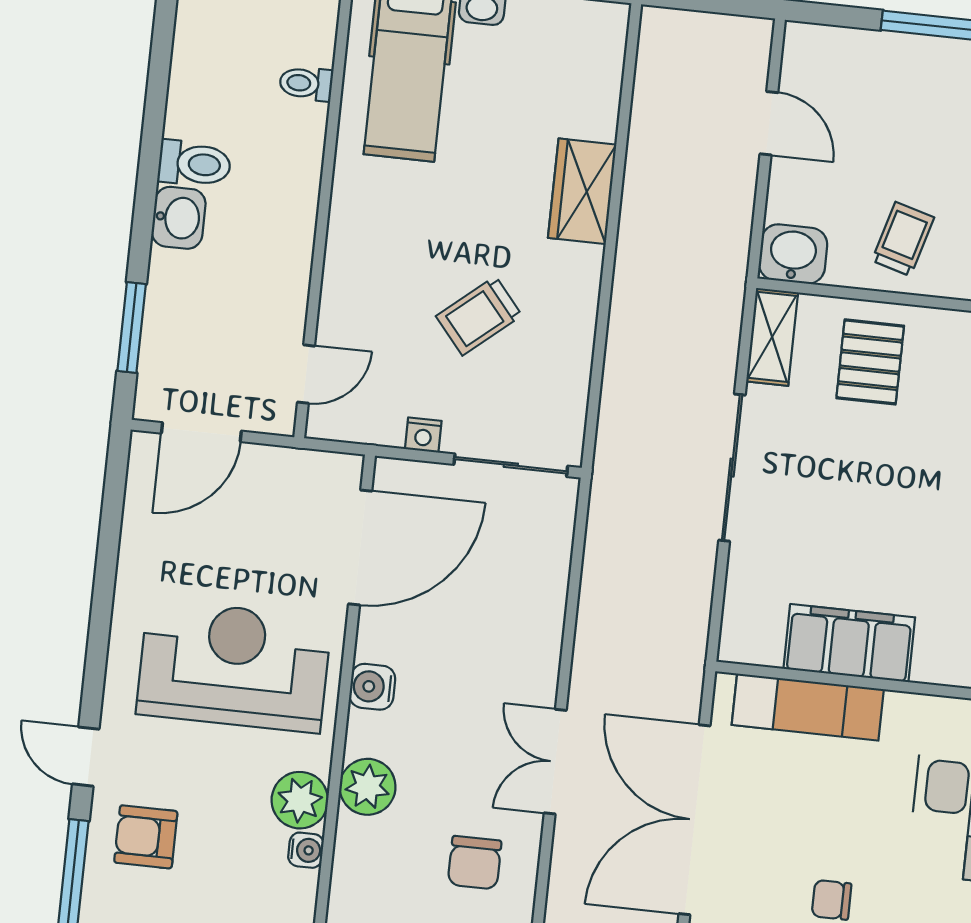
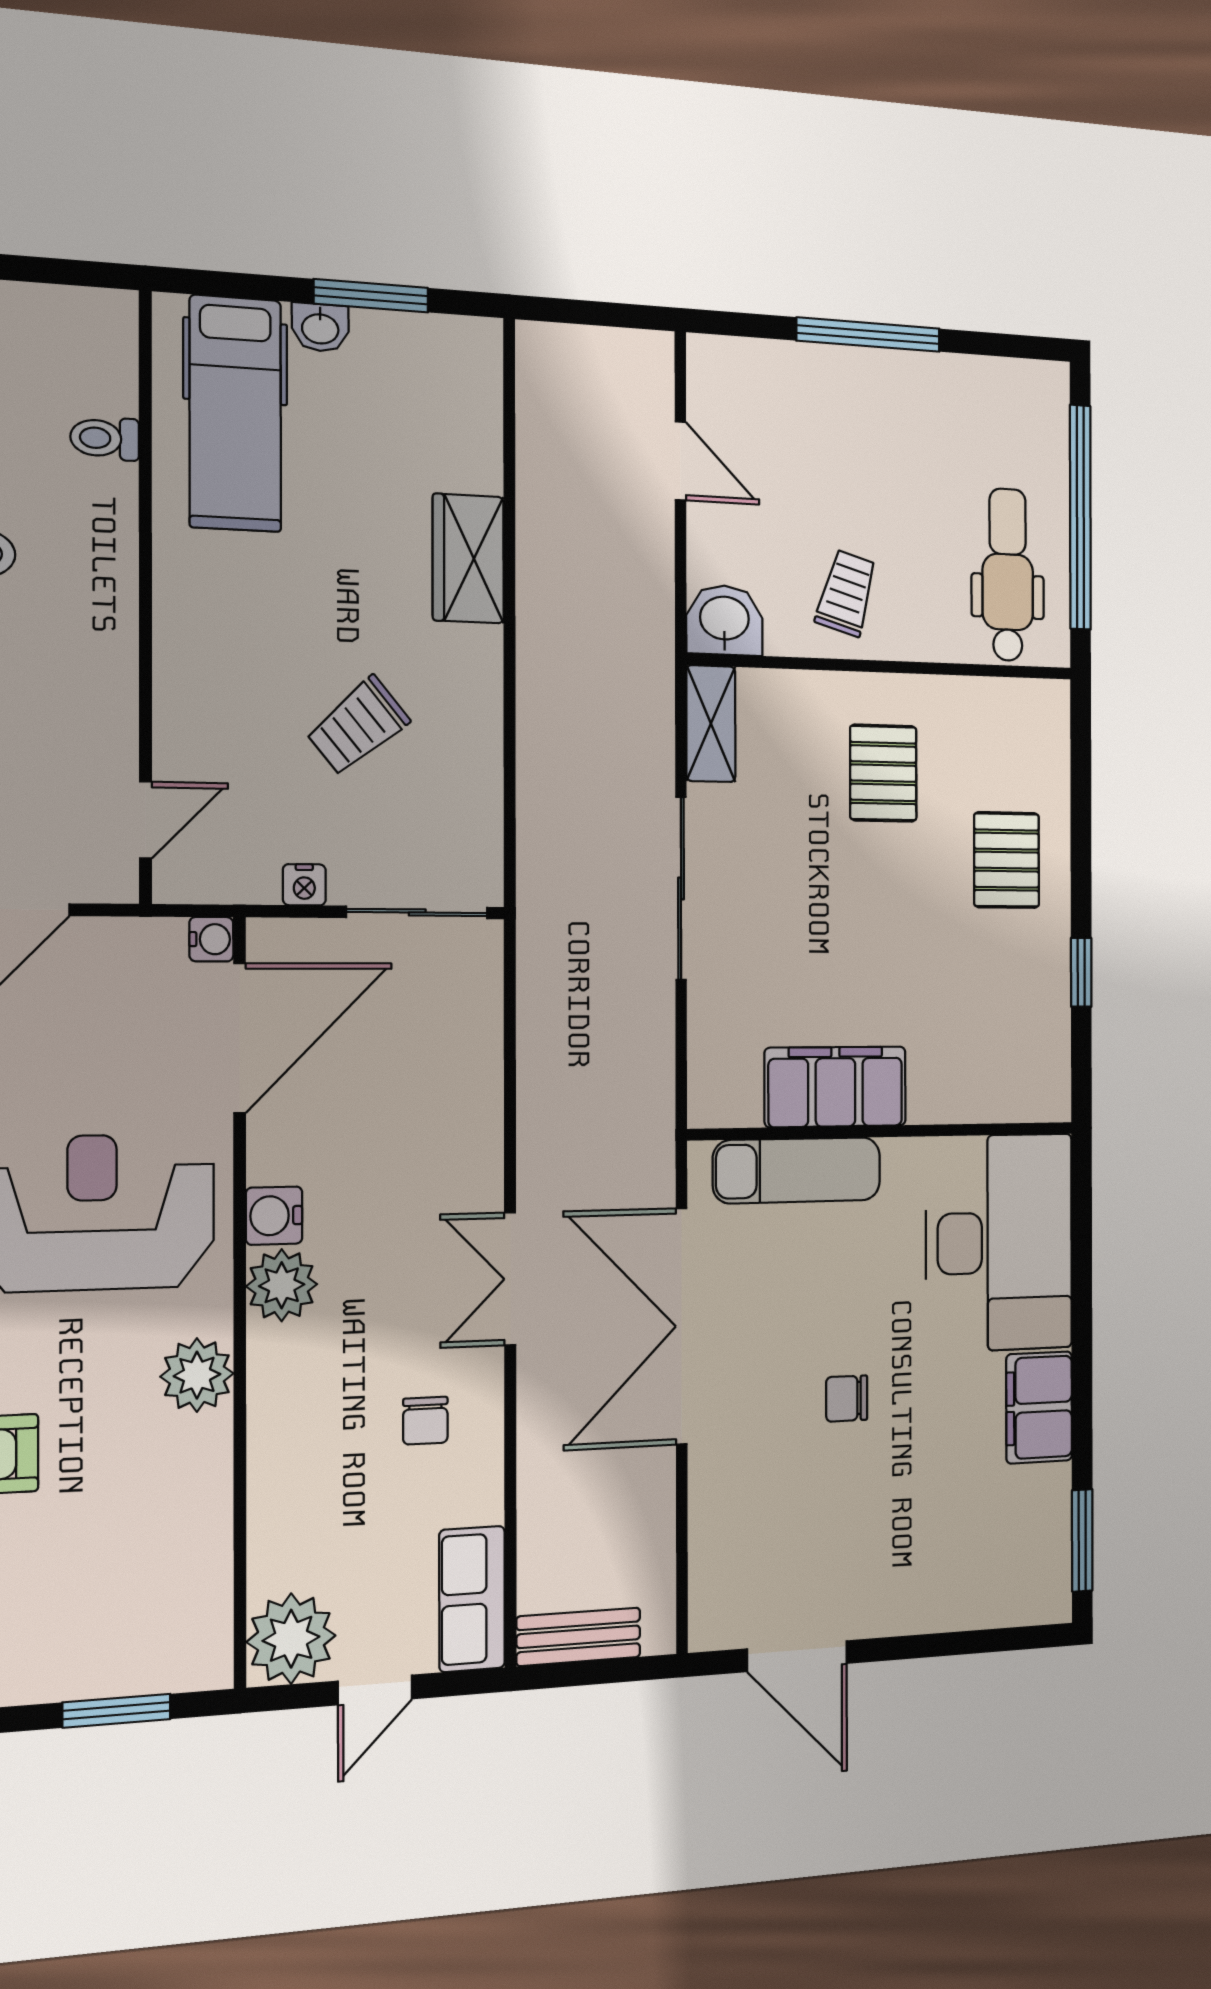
pallet: (870, 362) -> (883, 773), moved
plant: (368, 787) -> (282, 1285), moved
water cooler: (306, 850) -> (211, 939), moved
chair: (475, 863) -> (425, 1421), width x0.73, depth x0.73

